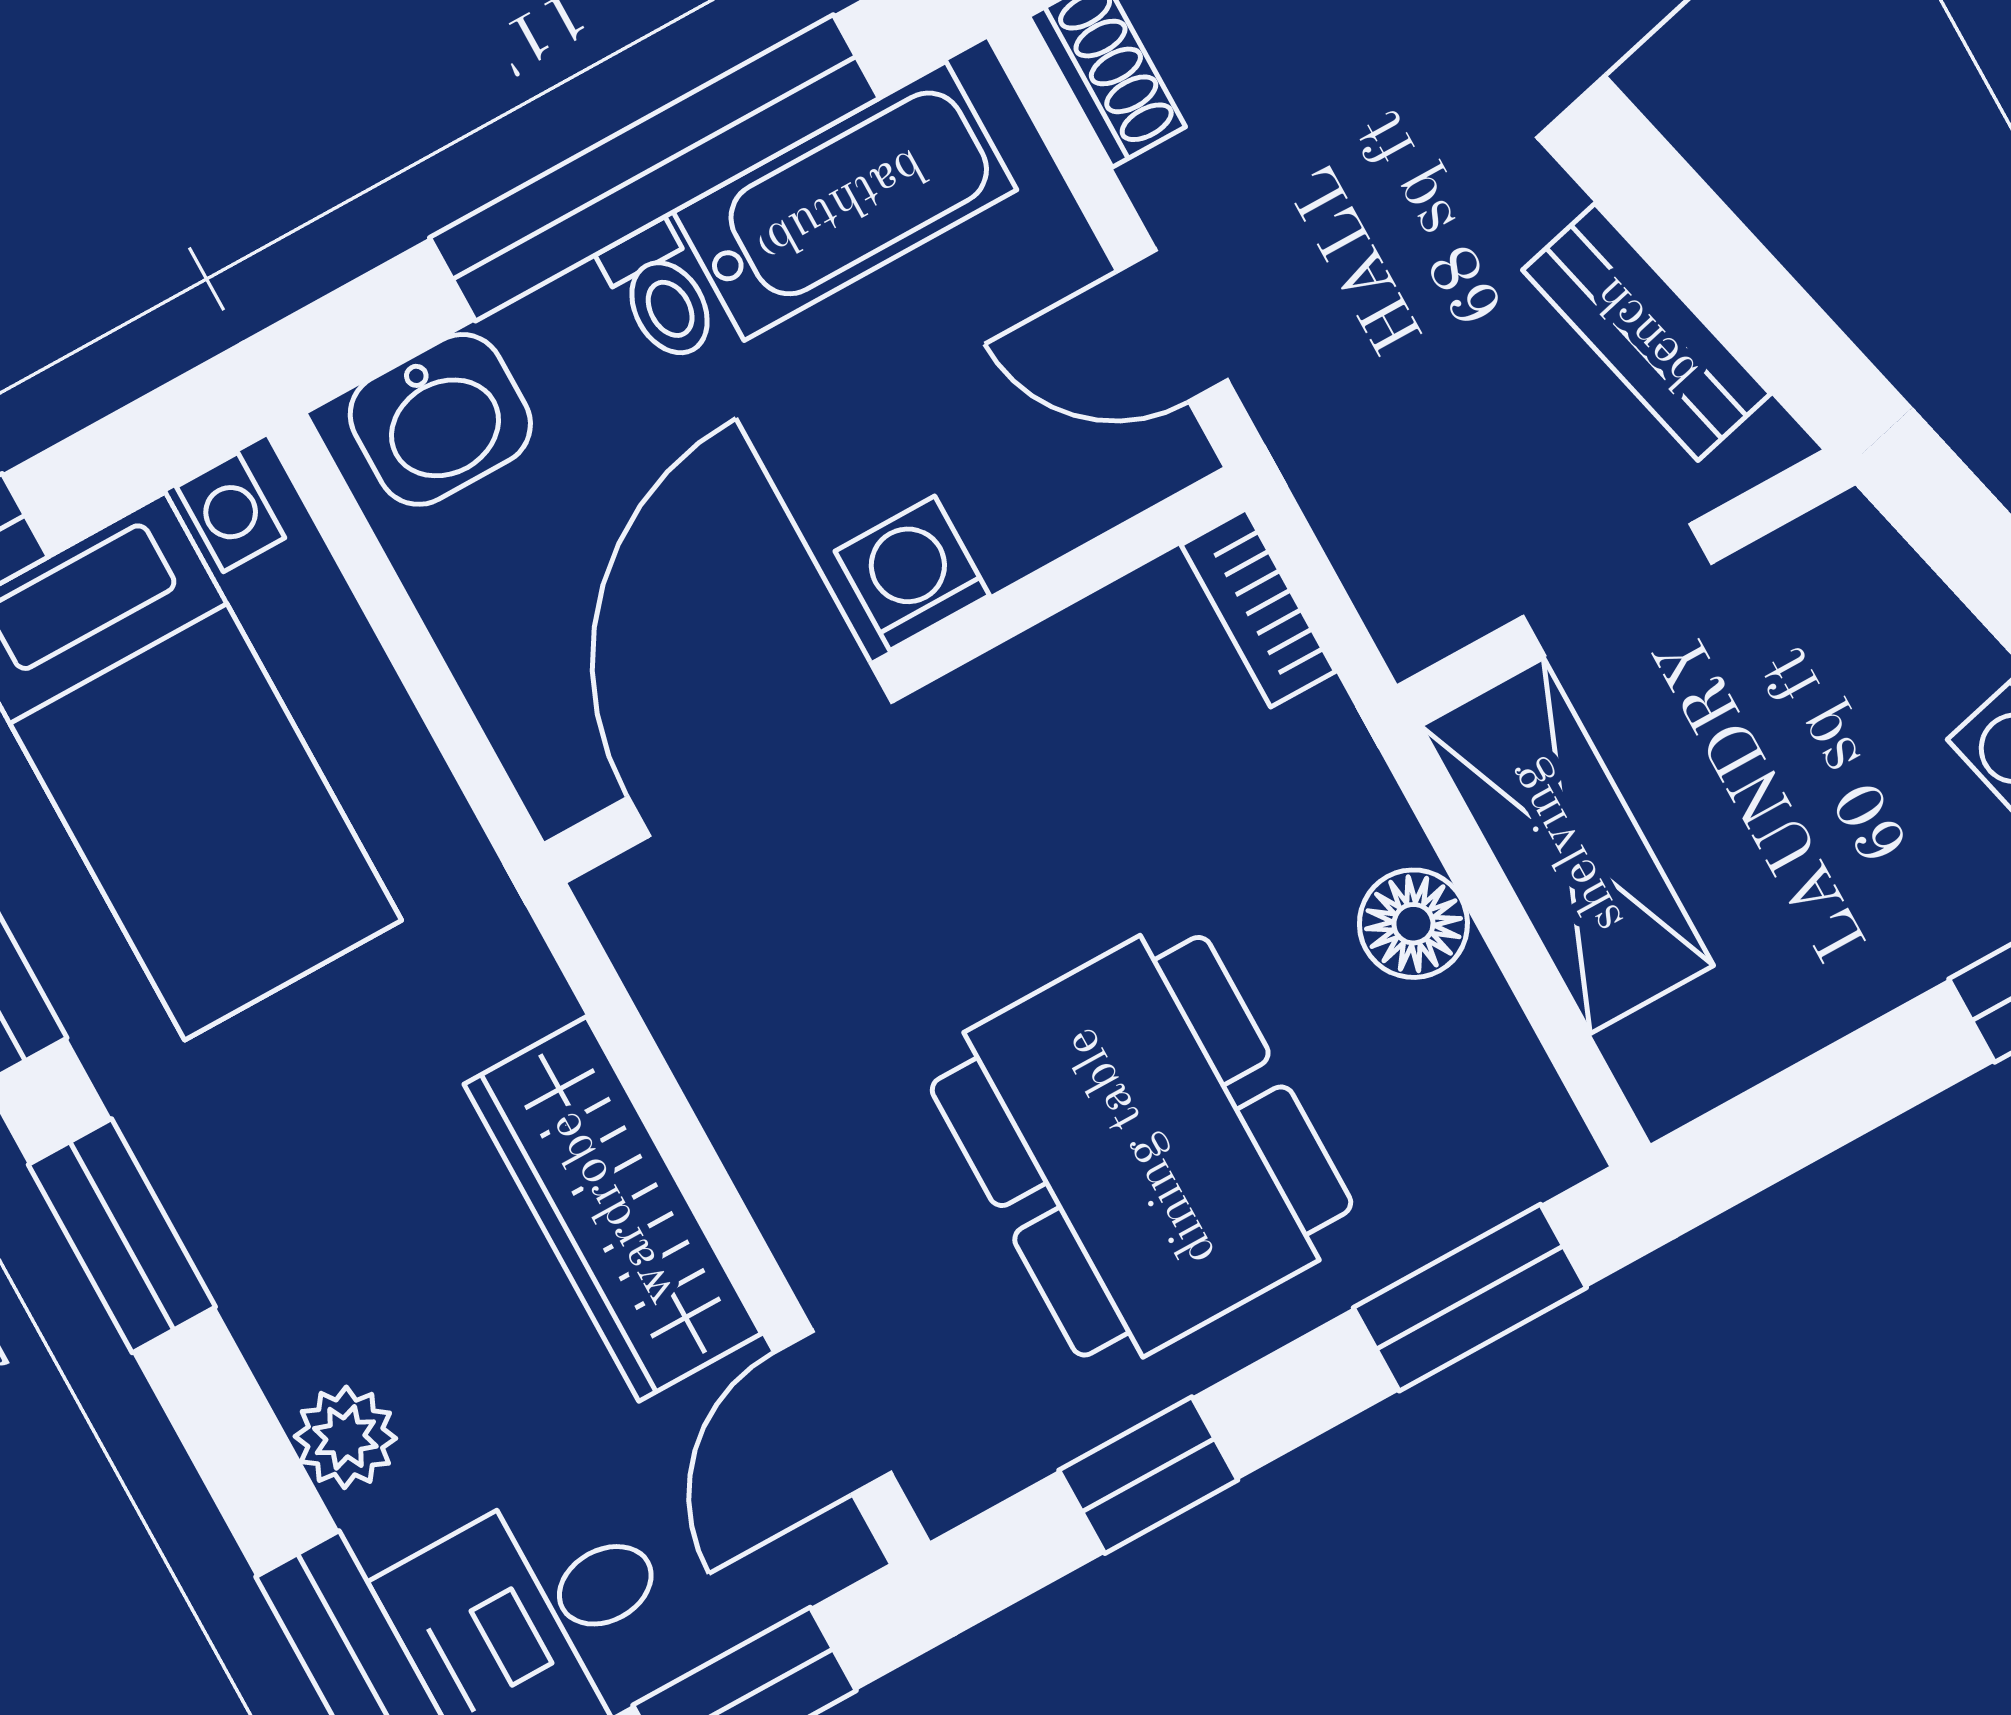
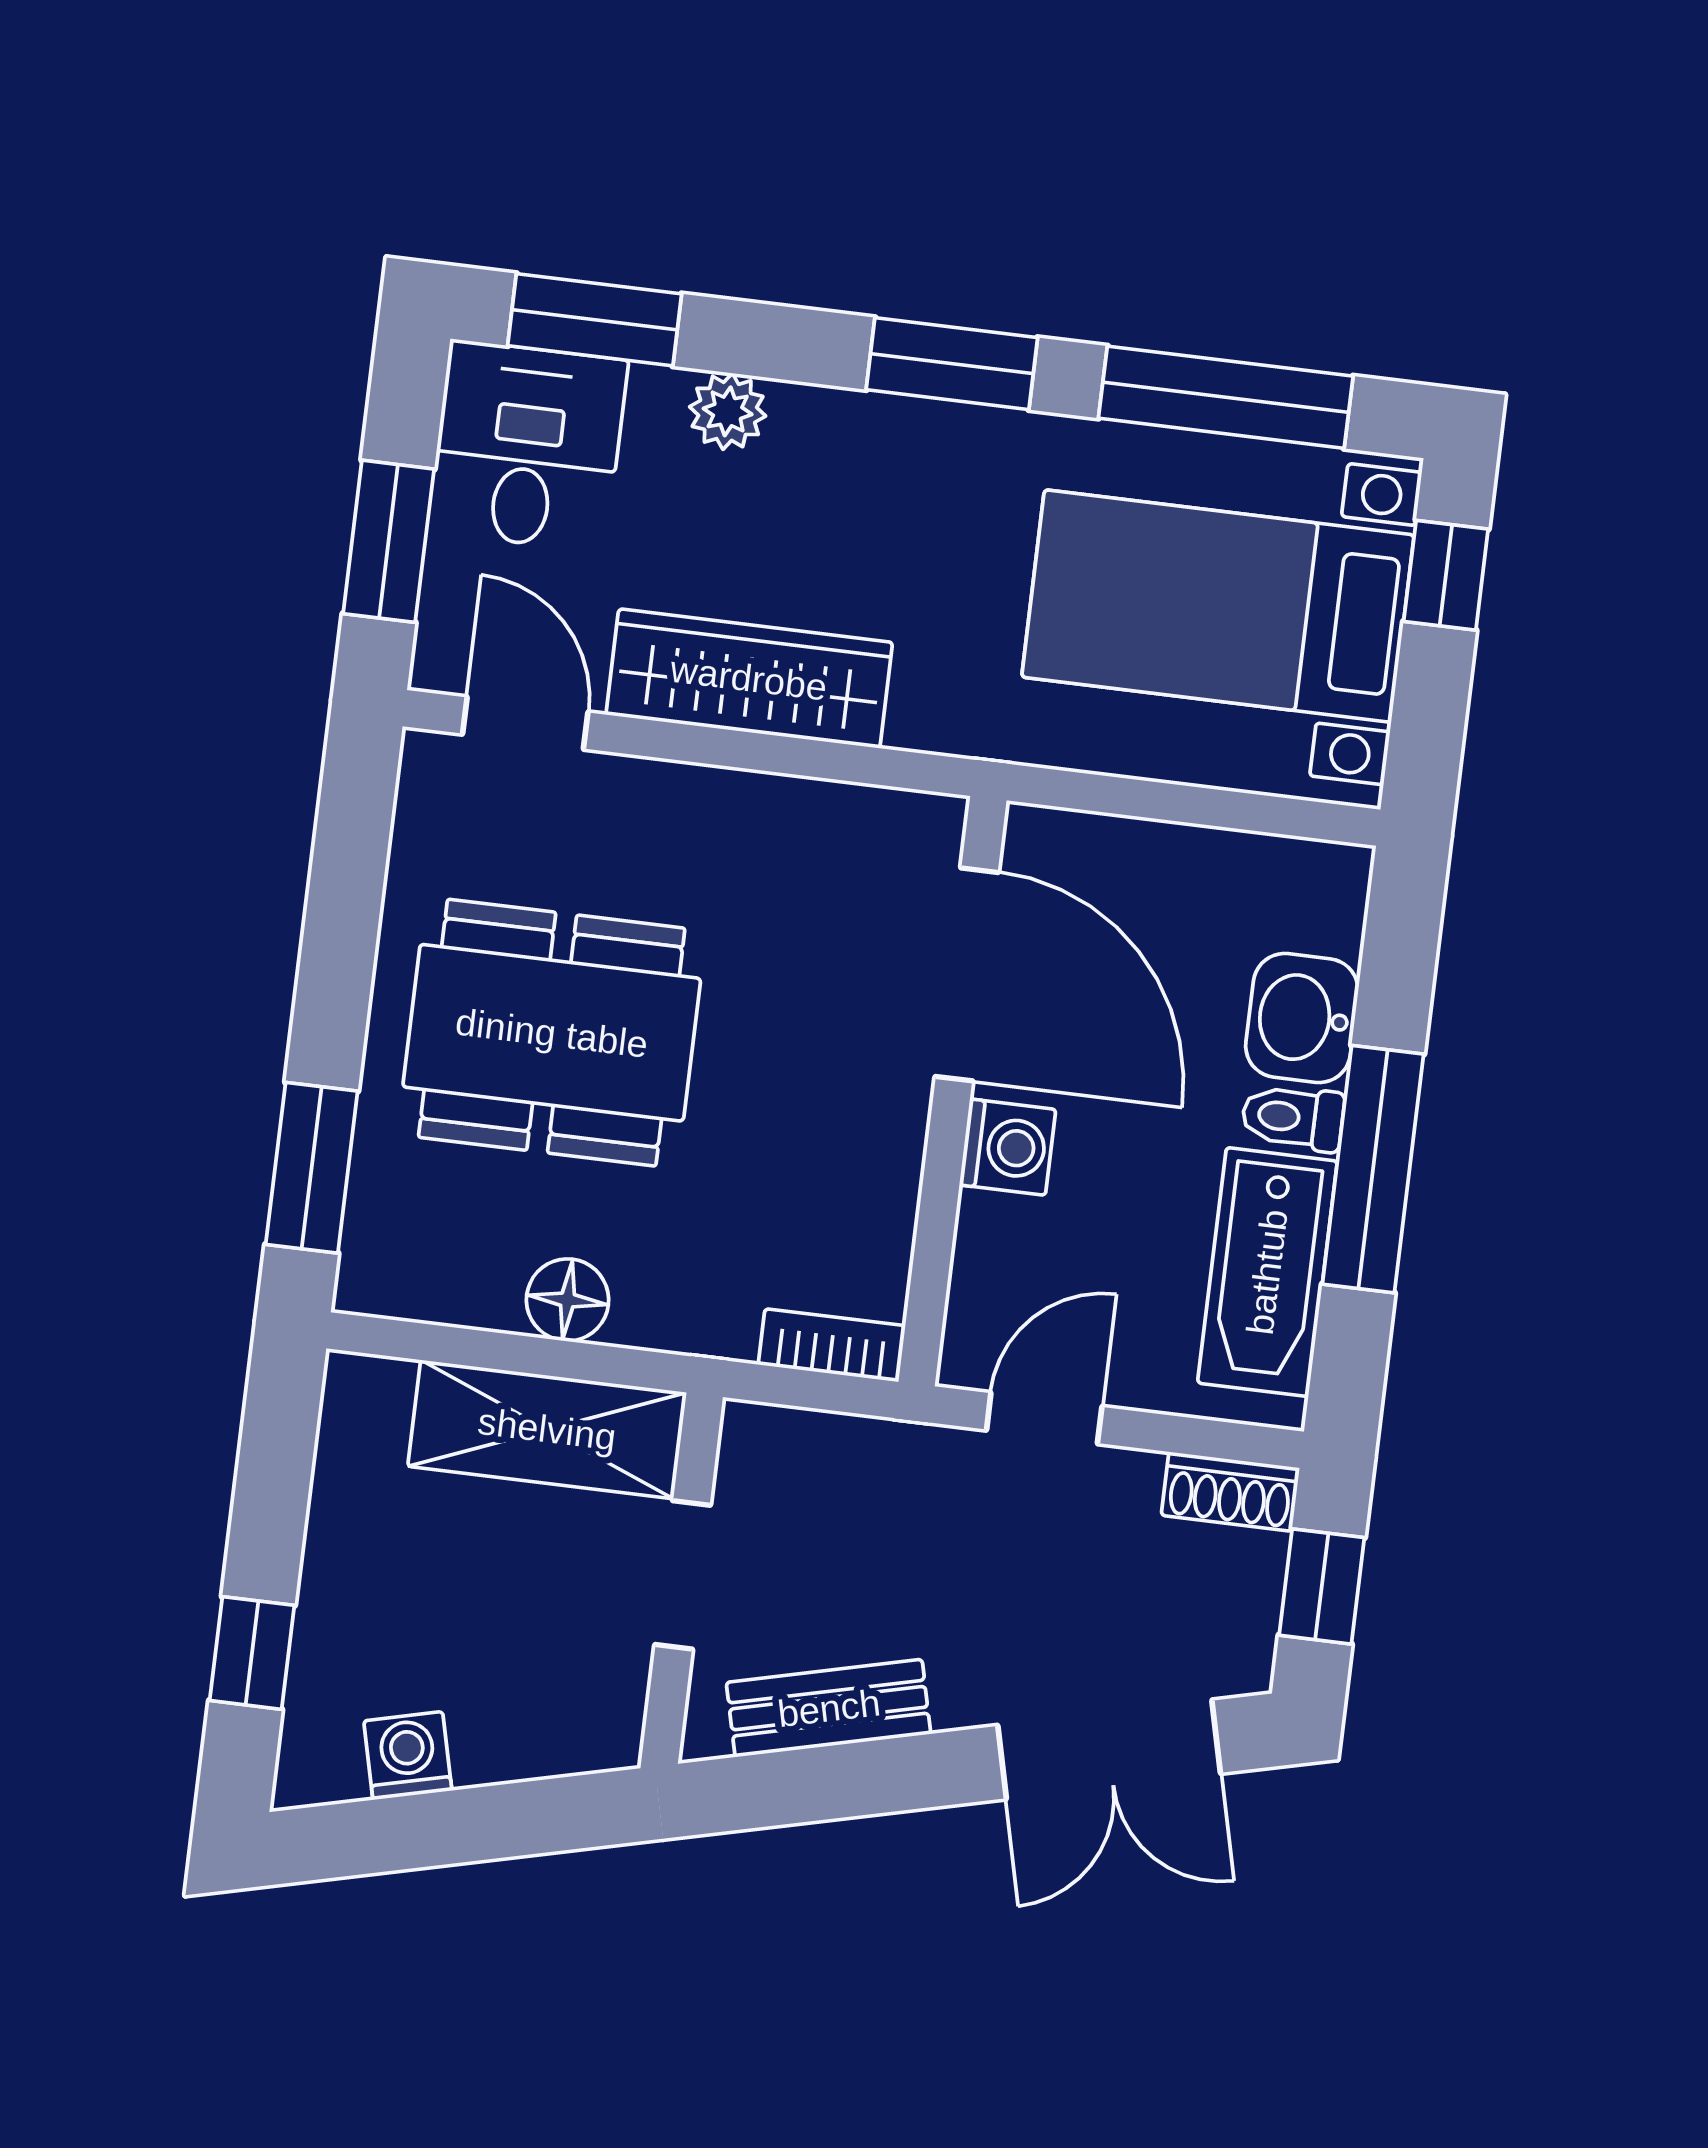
window: (654, 168) -> (1373, 1169), width x0.68
washbasin: (440, 419) -> (1302, 1018), moved
window: (1148, 1475) -> (346, 890), removed

